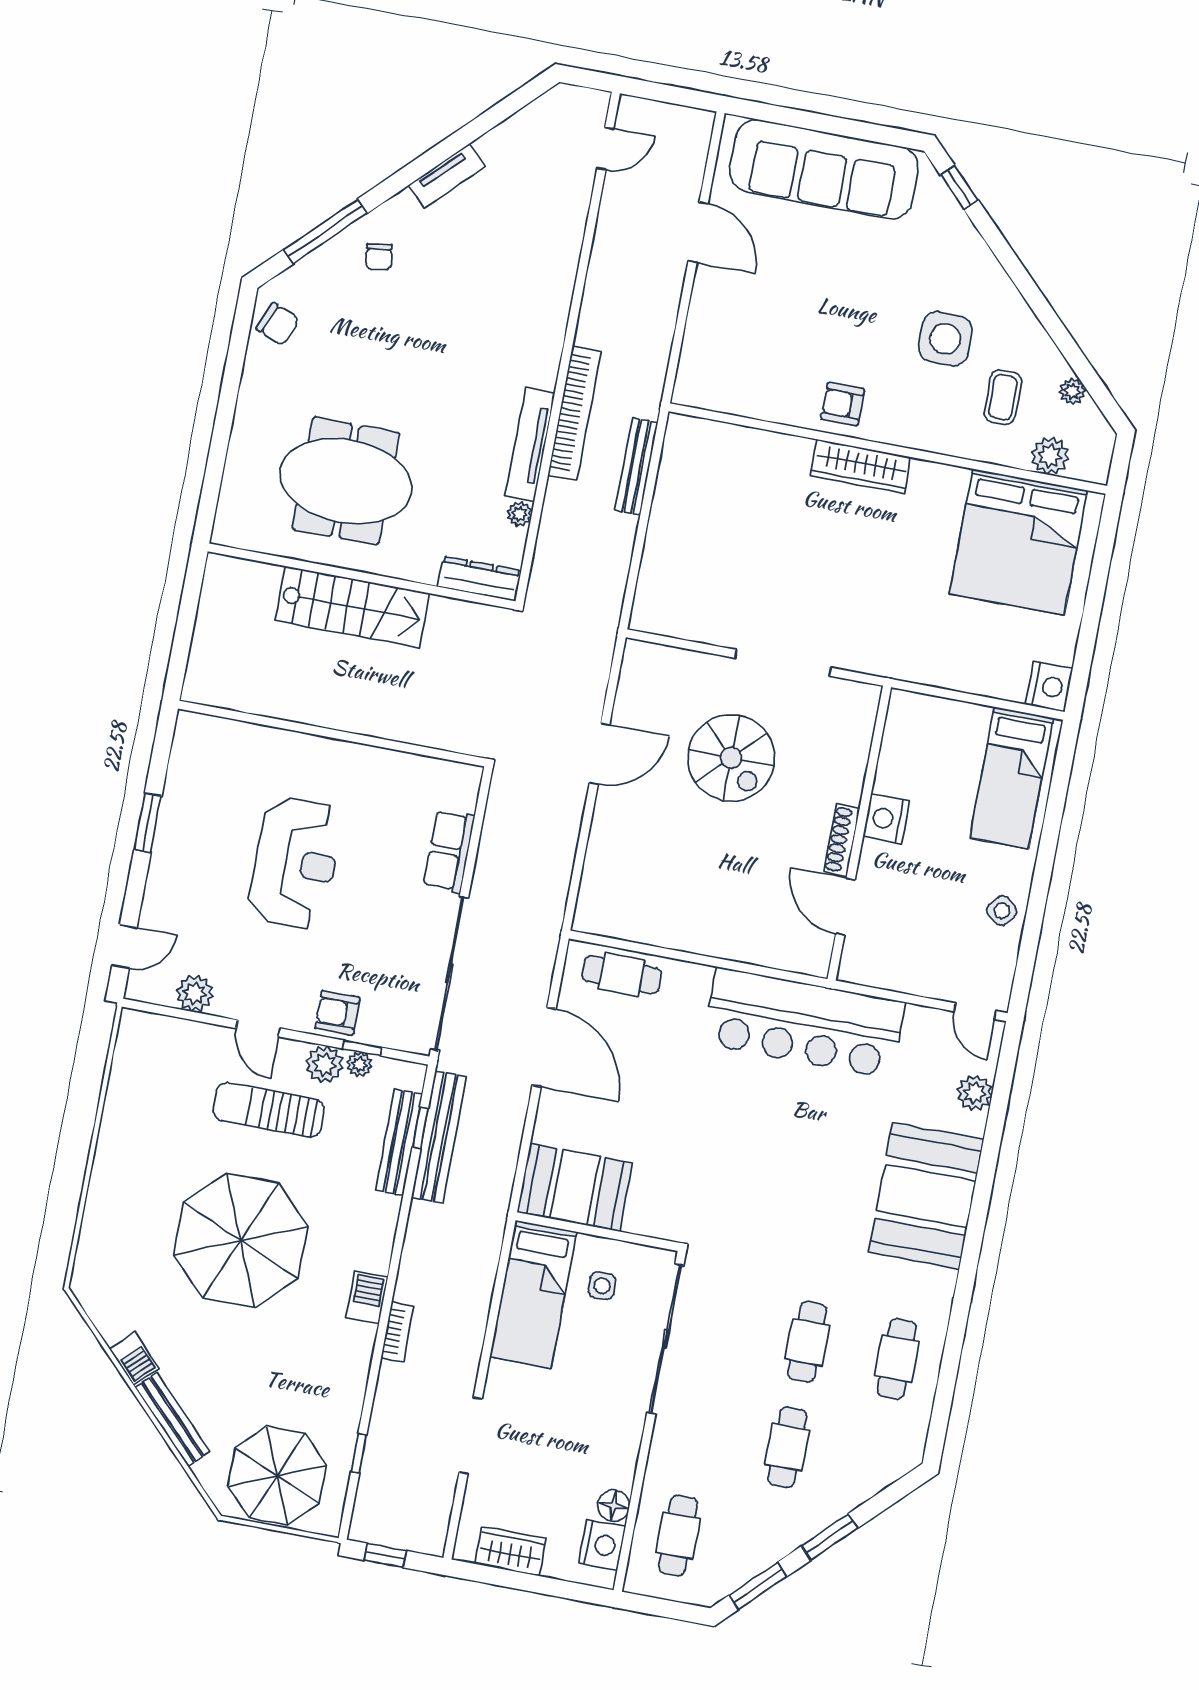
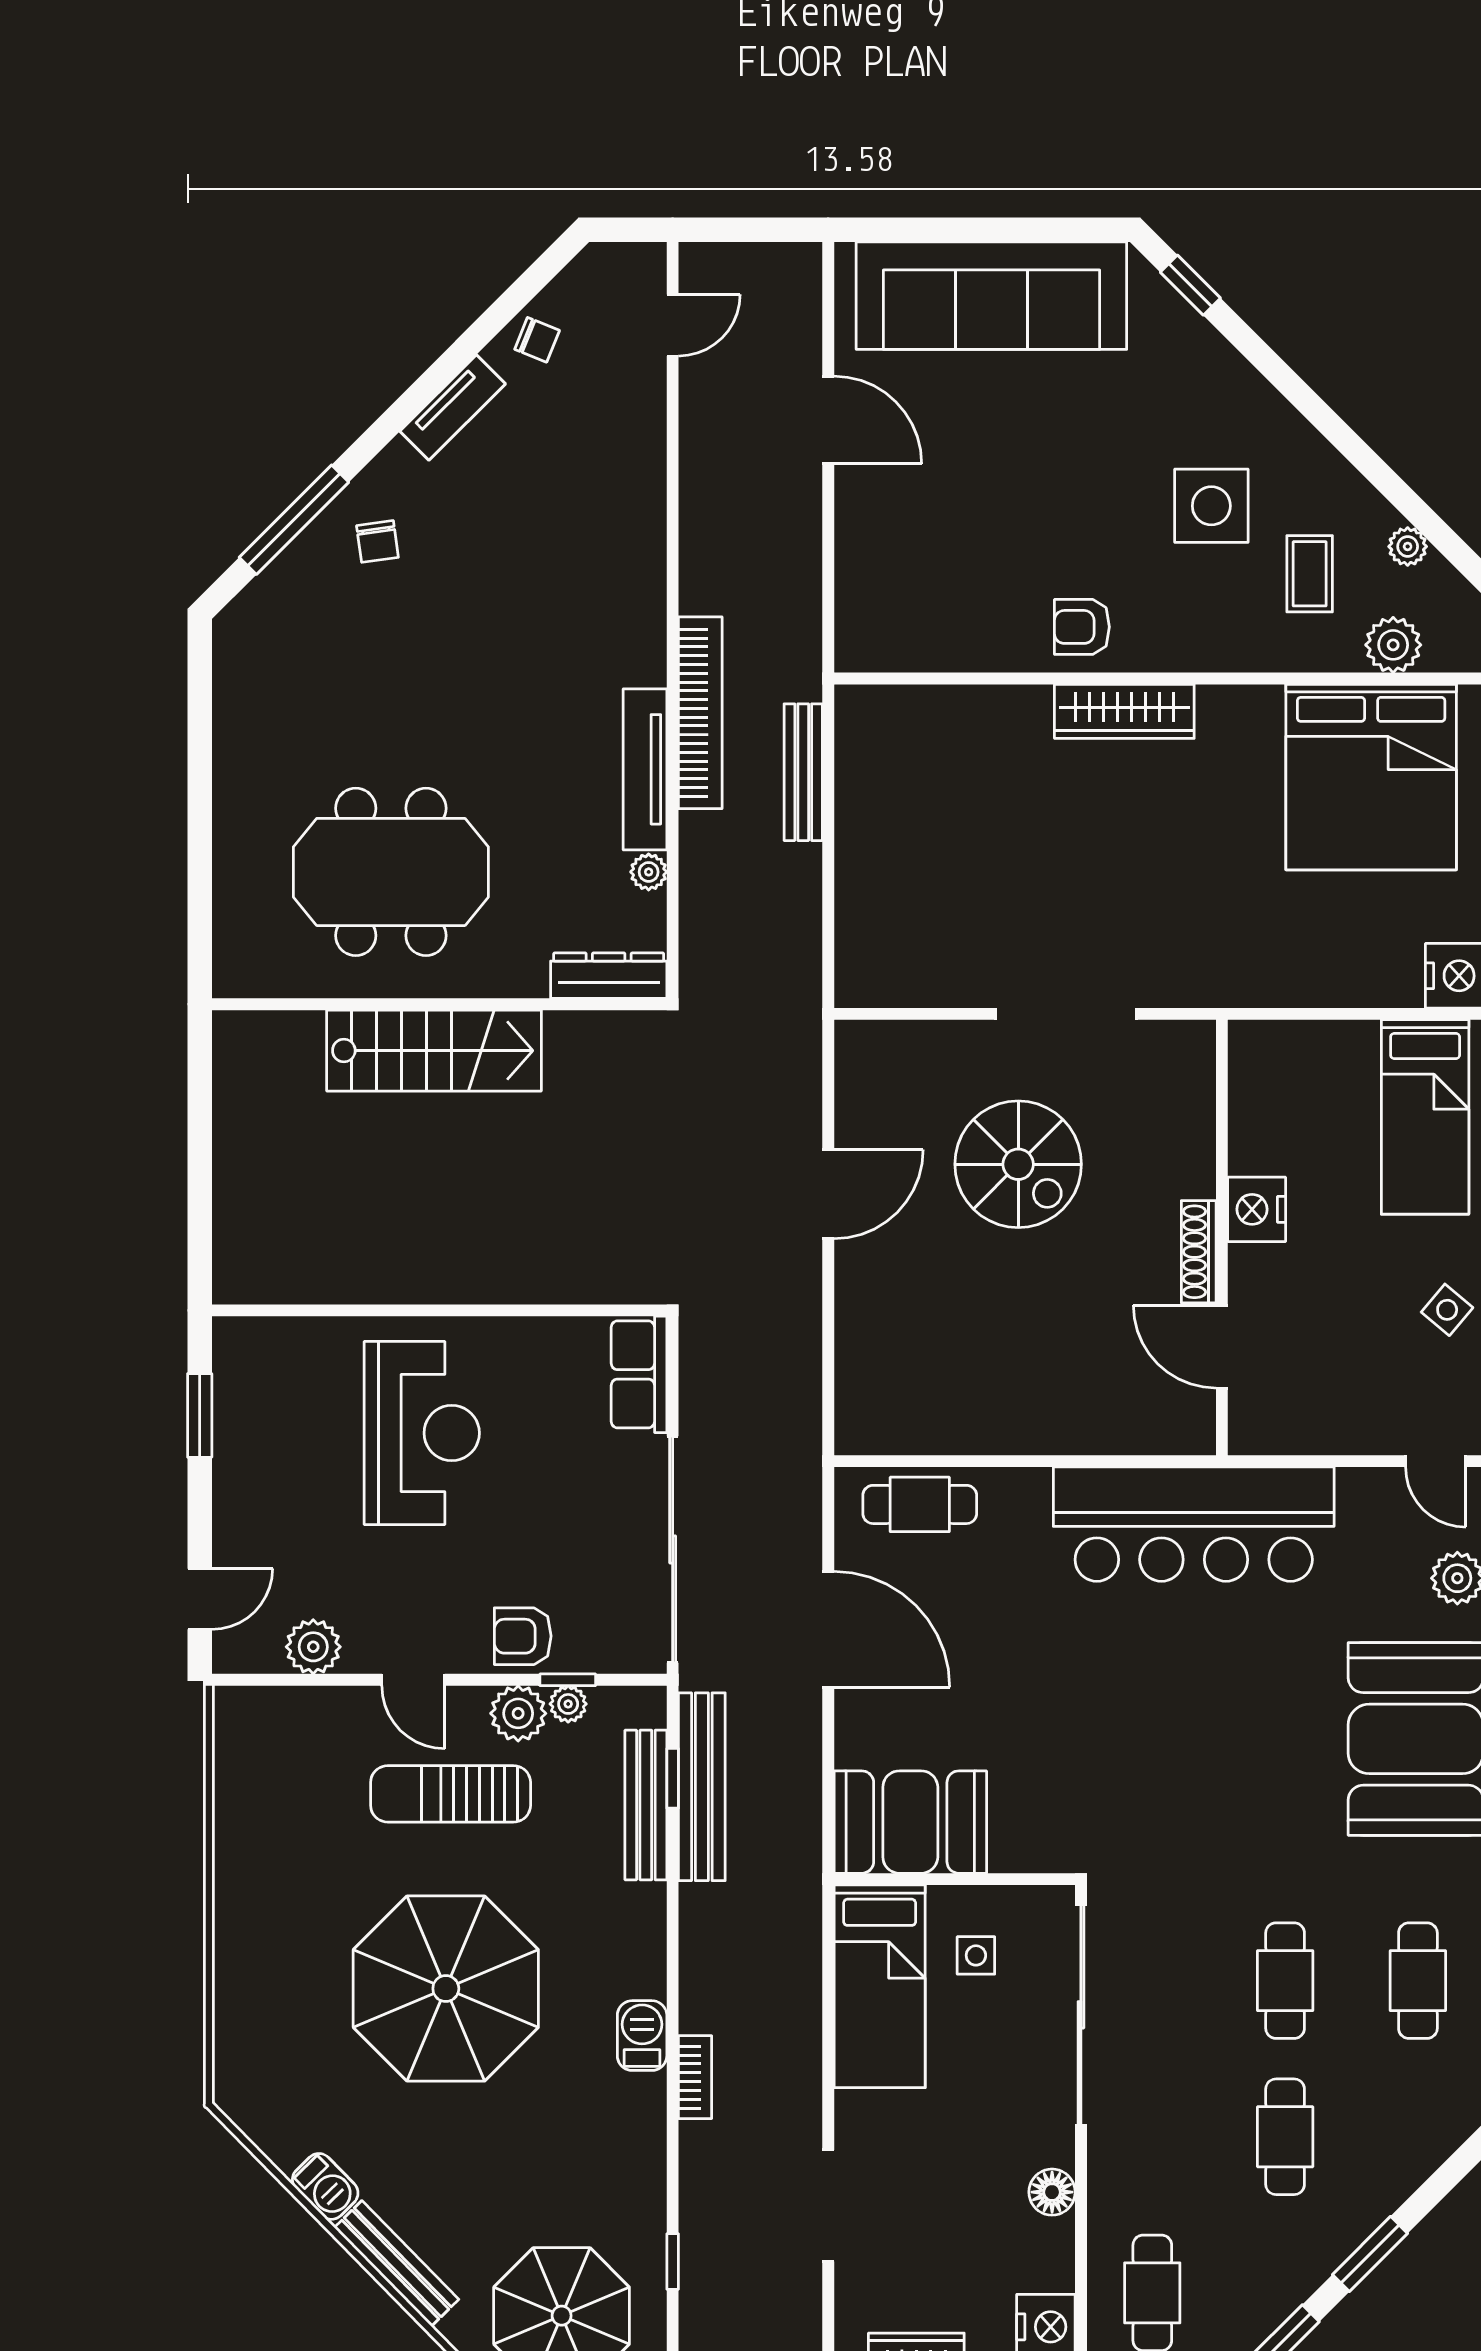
chair: (278, 324) -> (537, 340), moved, width x0.73, depth x0.73
wall: (332, 734) -> (439, 1310), moved
floor lamp: (614, 1505) -> (1052, 2192), moved

